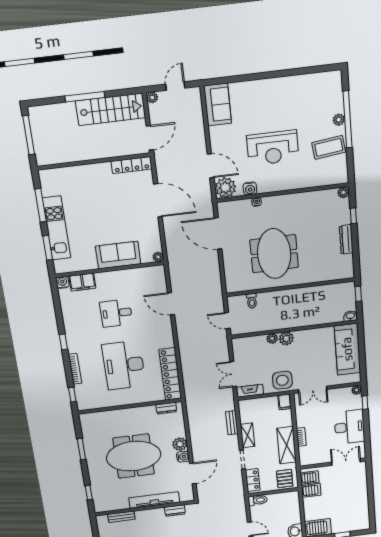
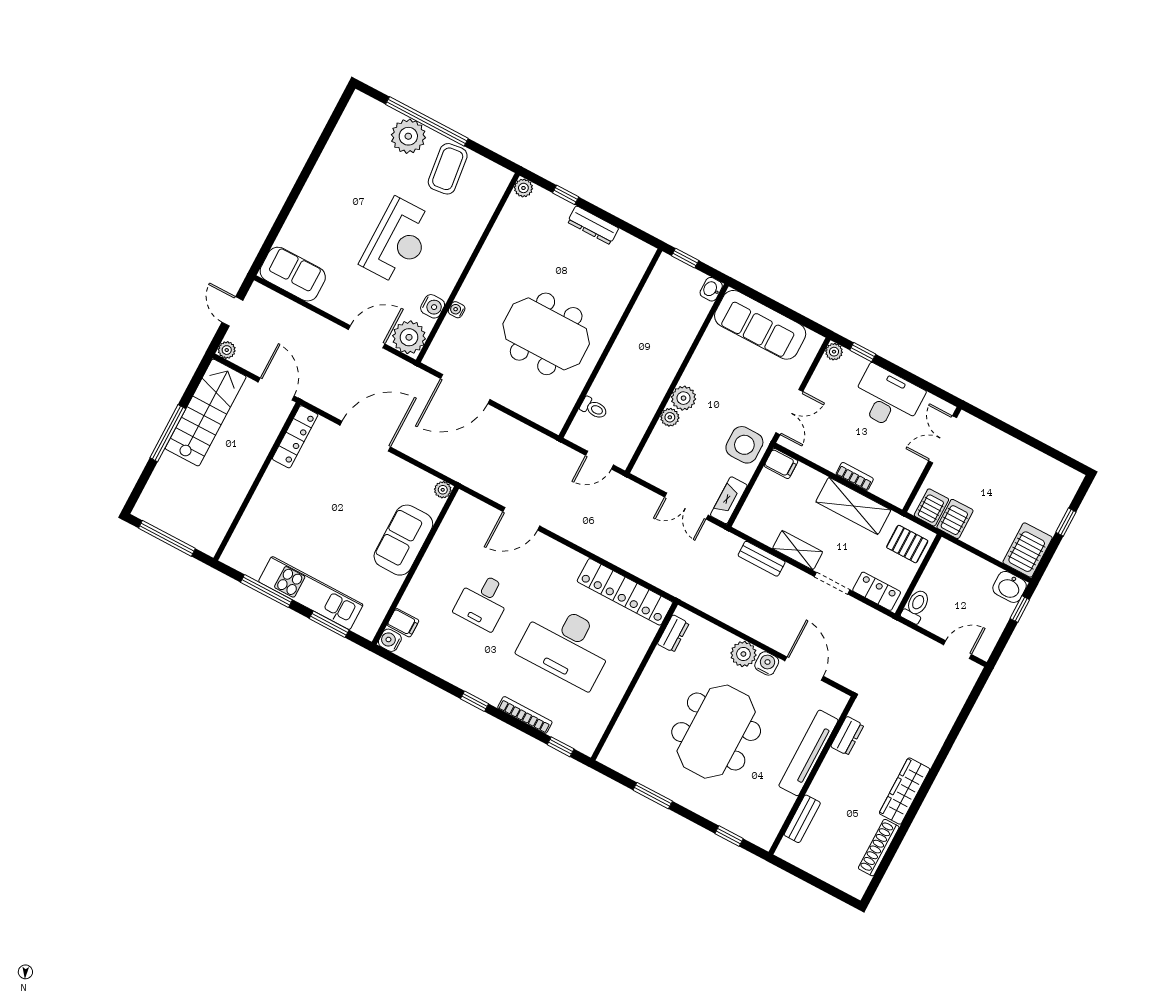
plant: (339, 120) -> (408, 136), width x1.87, depth x1.87
filing cabinet: (82, 282) -> (403, 623), width x0.50

